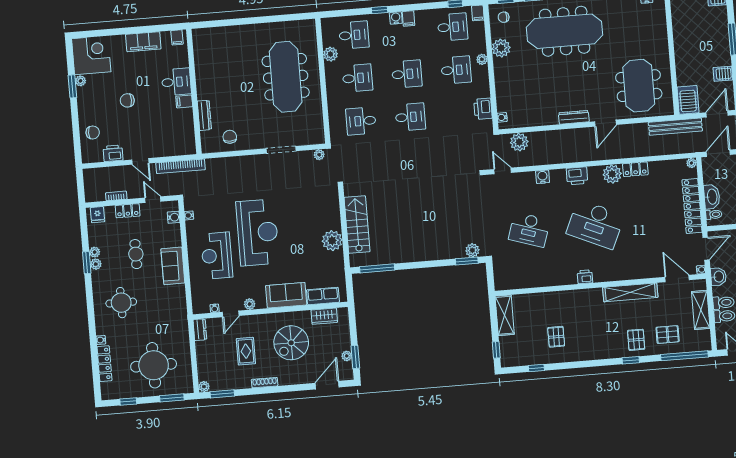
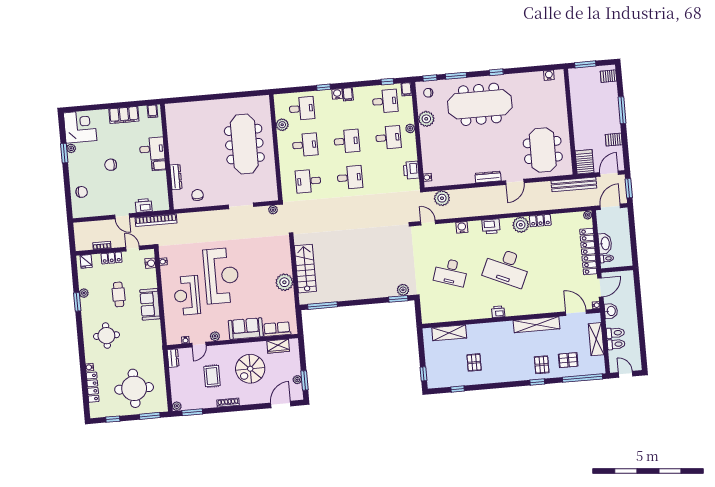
printer: (113, 153) -> (144, 205), moved
plant: (96, 264) -> (85, 303), removed
shelving: (505, 315) -> (449, 333), moved, turned 90

